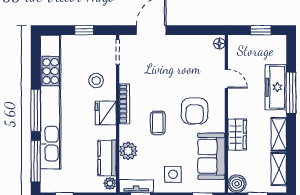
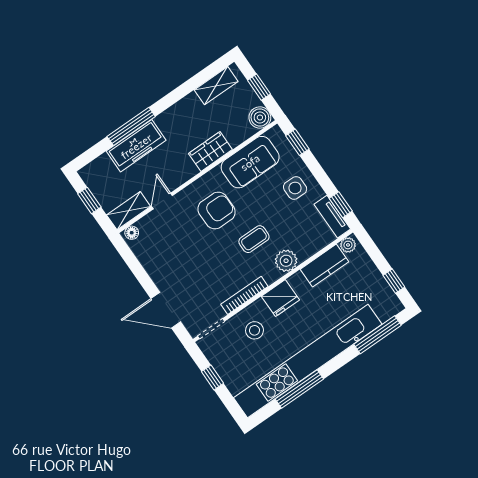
bookcase: (124, 104) -> (244, 295), moved
window: (36, 110) -> (299, 389), moved
shelving: (279, 134) -> (129, 211), moved
plant: (128, 151) -> (286, 261), moved

